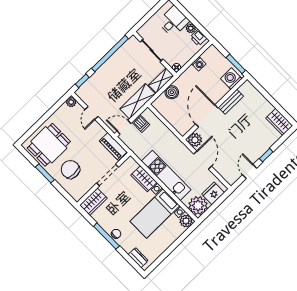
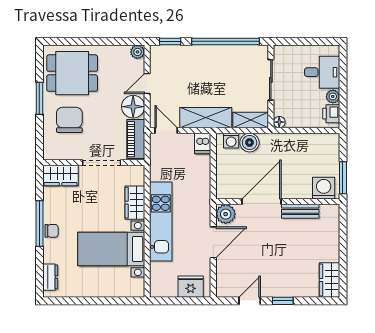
washing machine: (199, 64) -> (231, 141), moved
dishwasher: (141, 123) -> (203, 143), moved
floor lamp: (96, 132) -> (133, 107), added
plant: (198, 206) -> (163, 284), removed
plant: (186, 221) -> (135, 288), removed

